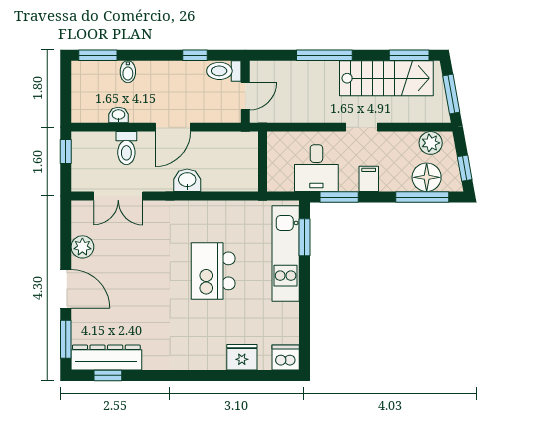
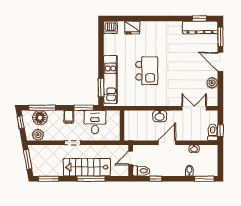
stairs: (386, 78) -> (87, 167), moved
toilet: (126, 148) -> (213, 132), moved

